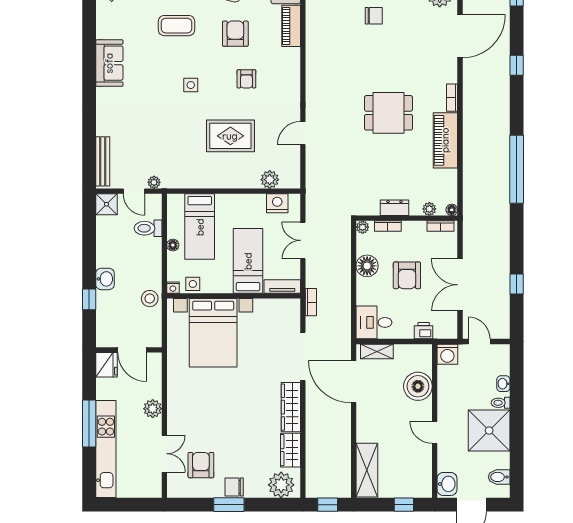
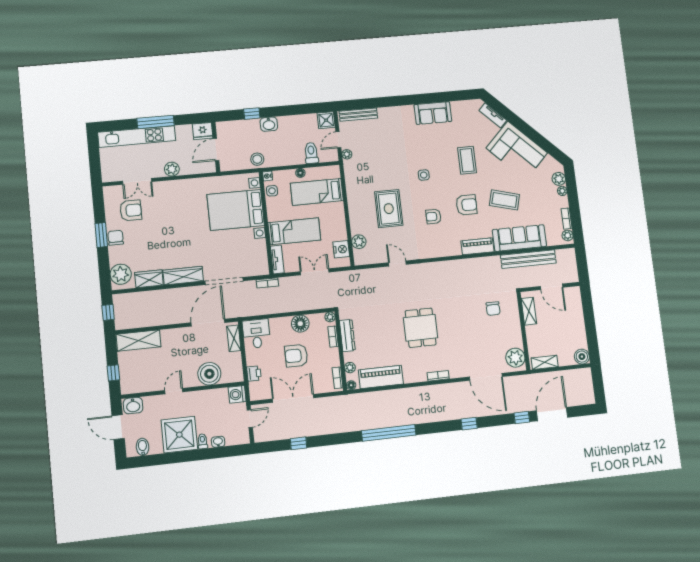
piano: (445, 140) -> (381, 377), moved
dresser: (395, 208) -> (347, 335), width x1.44

